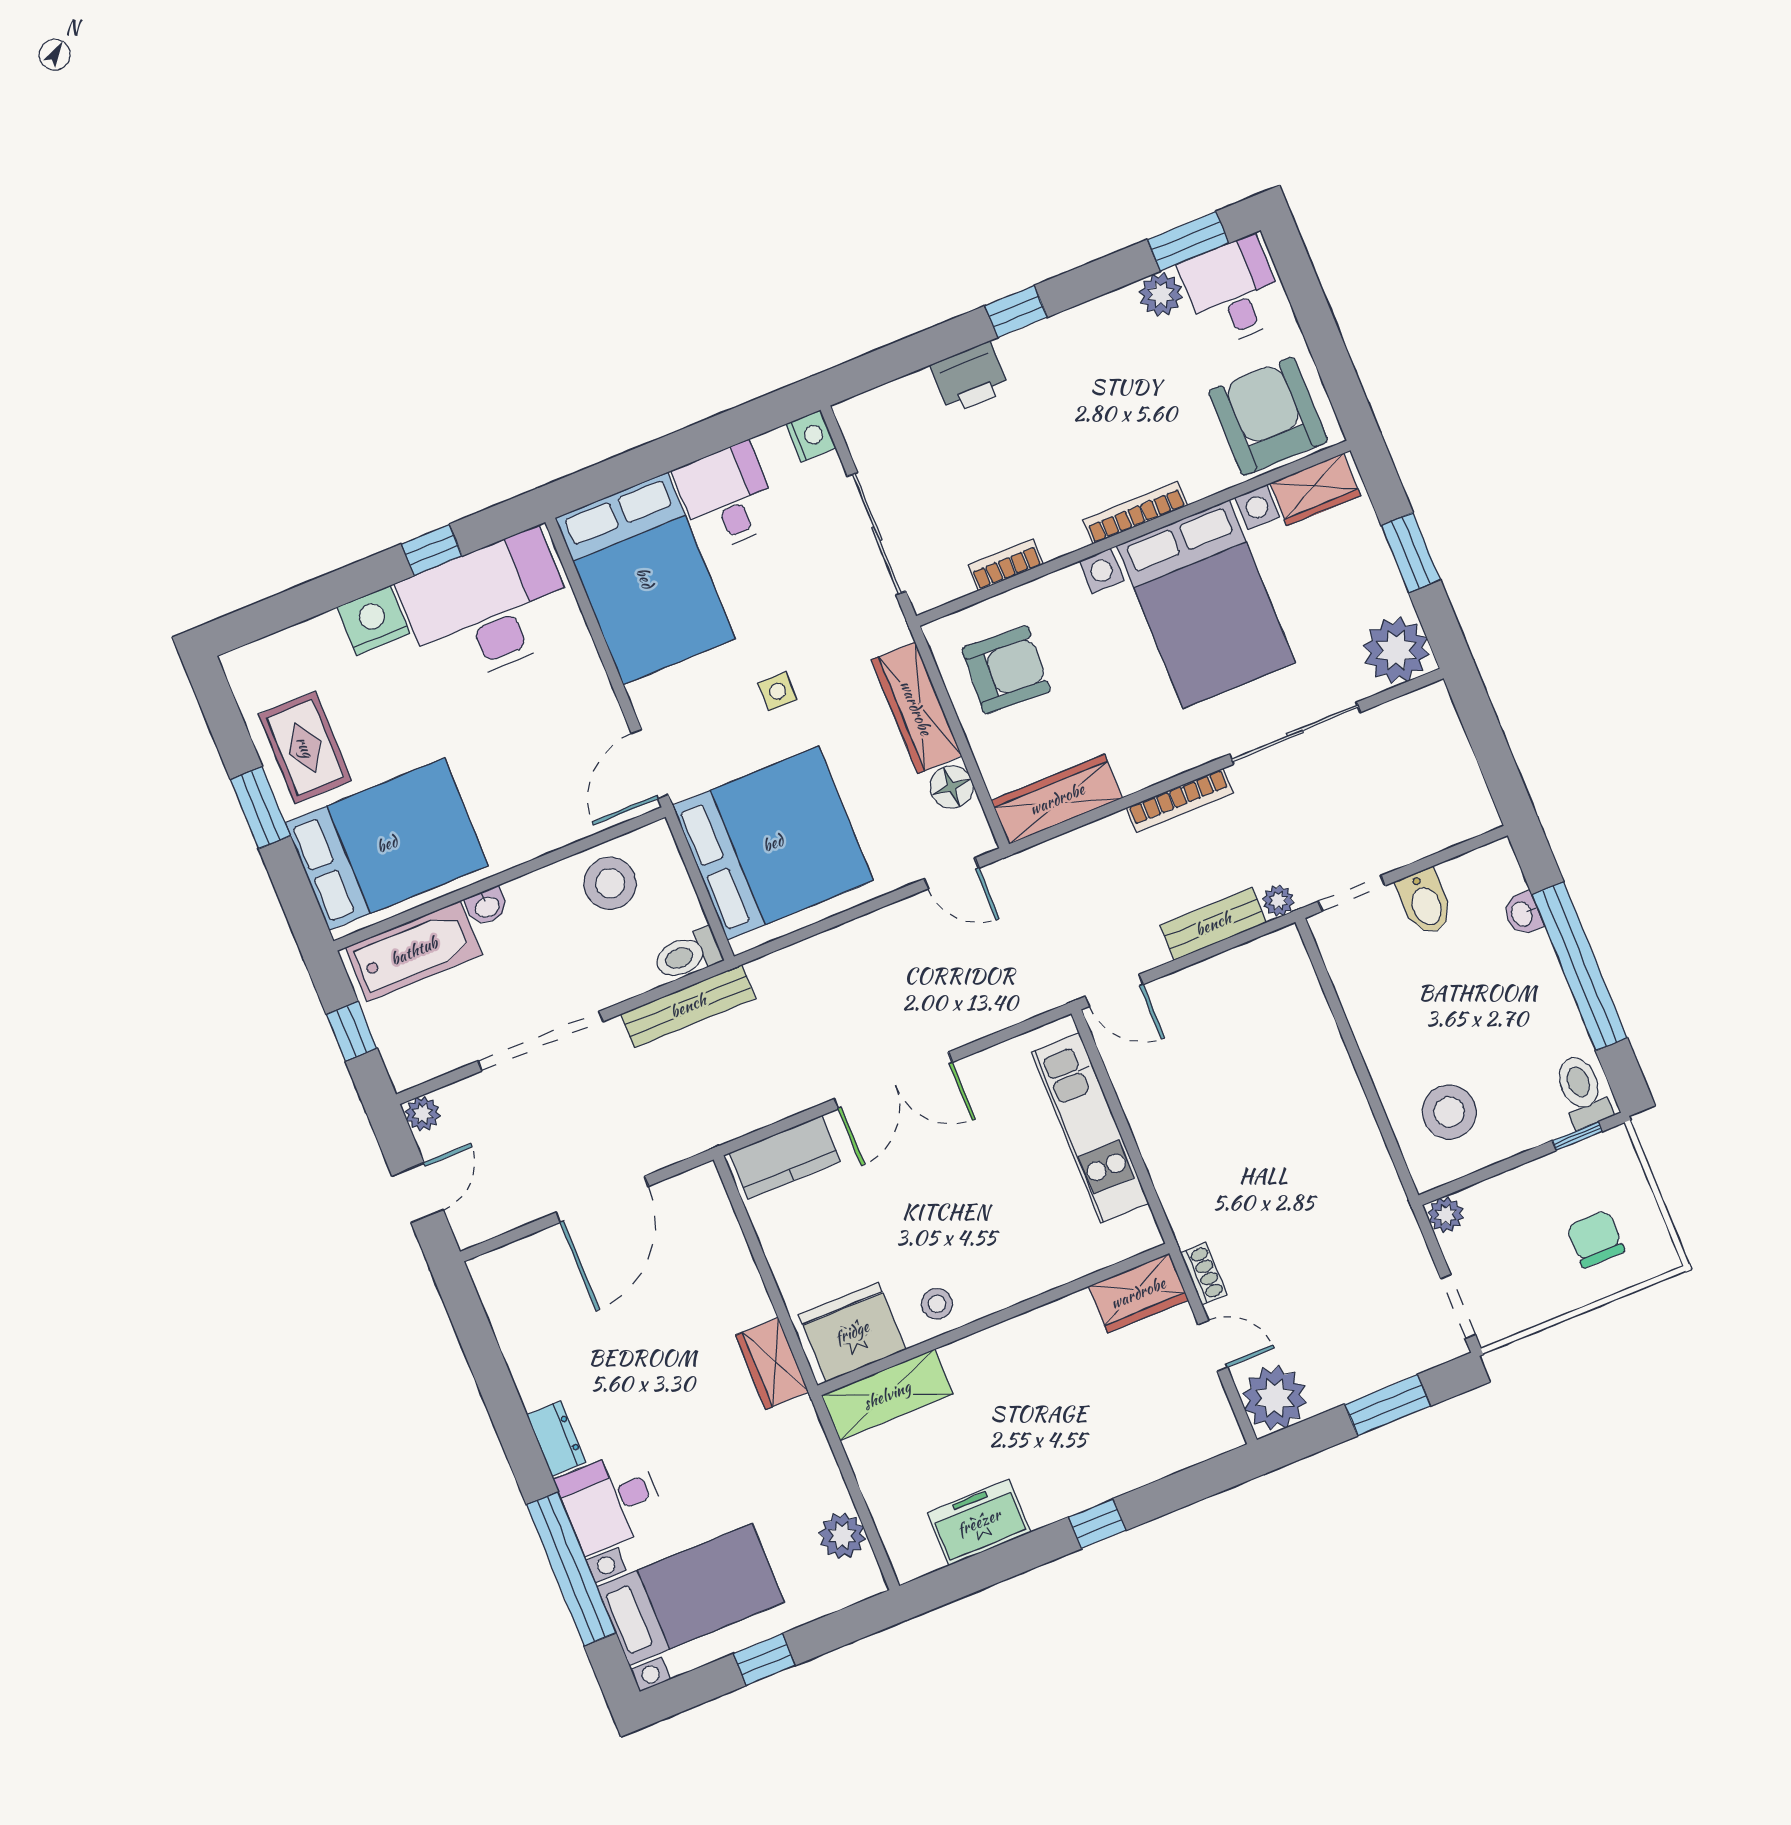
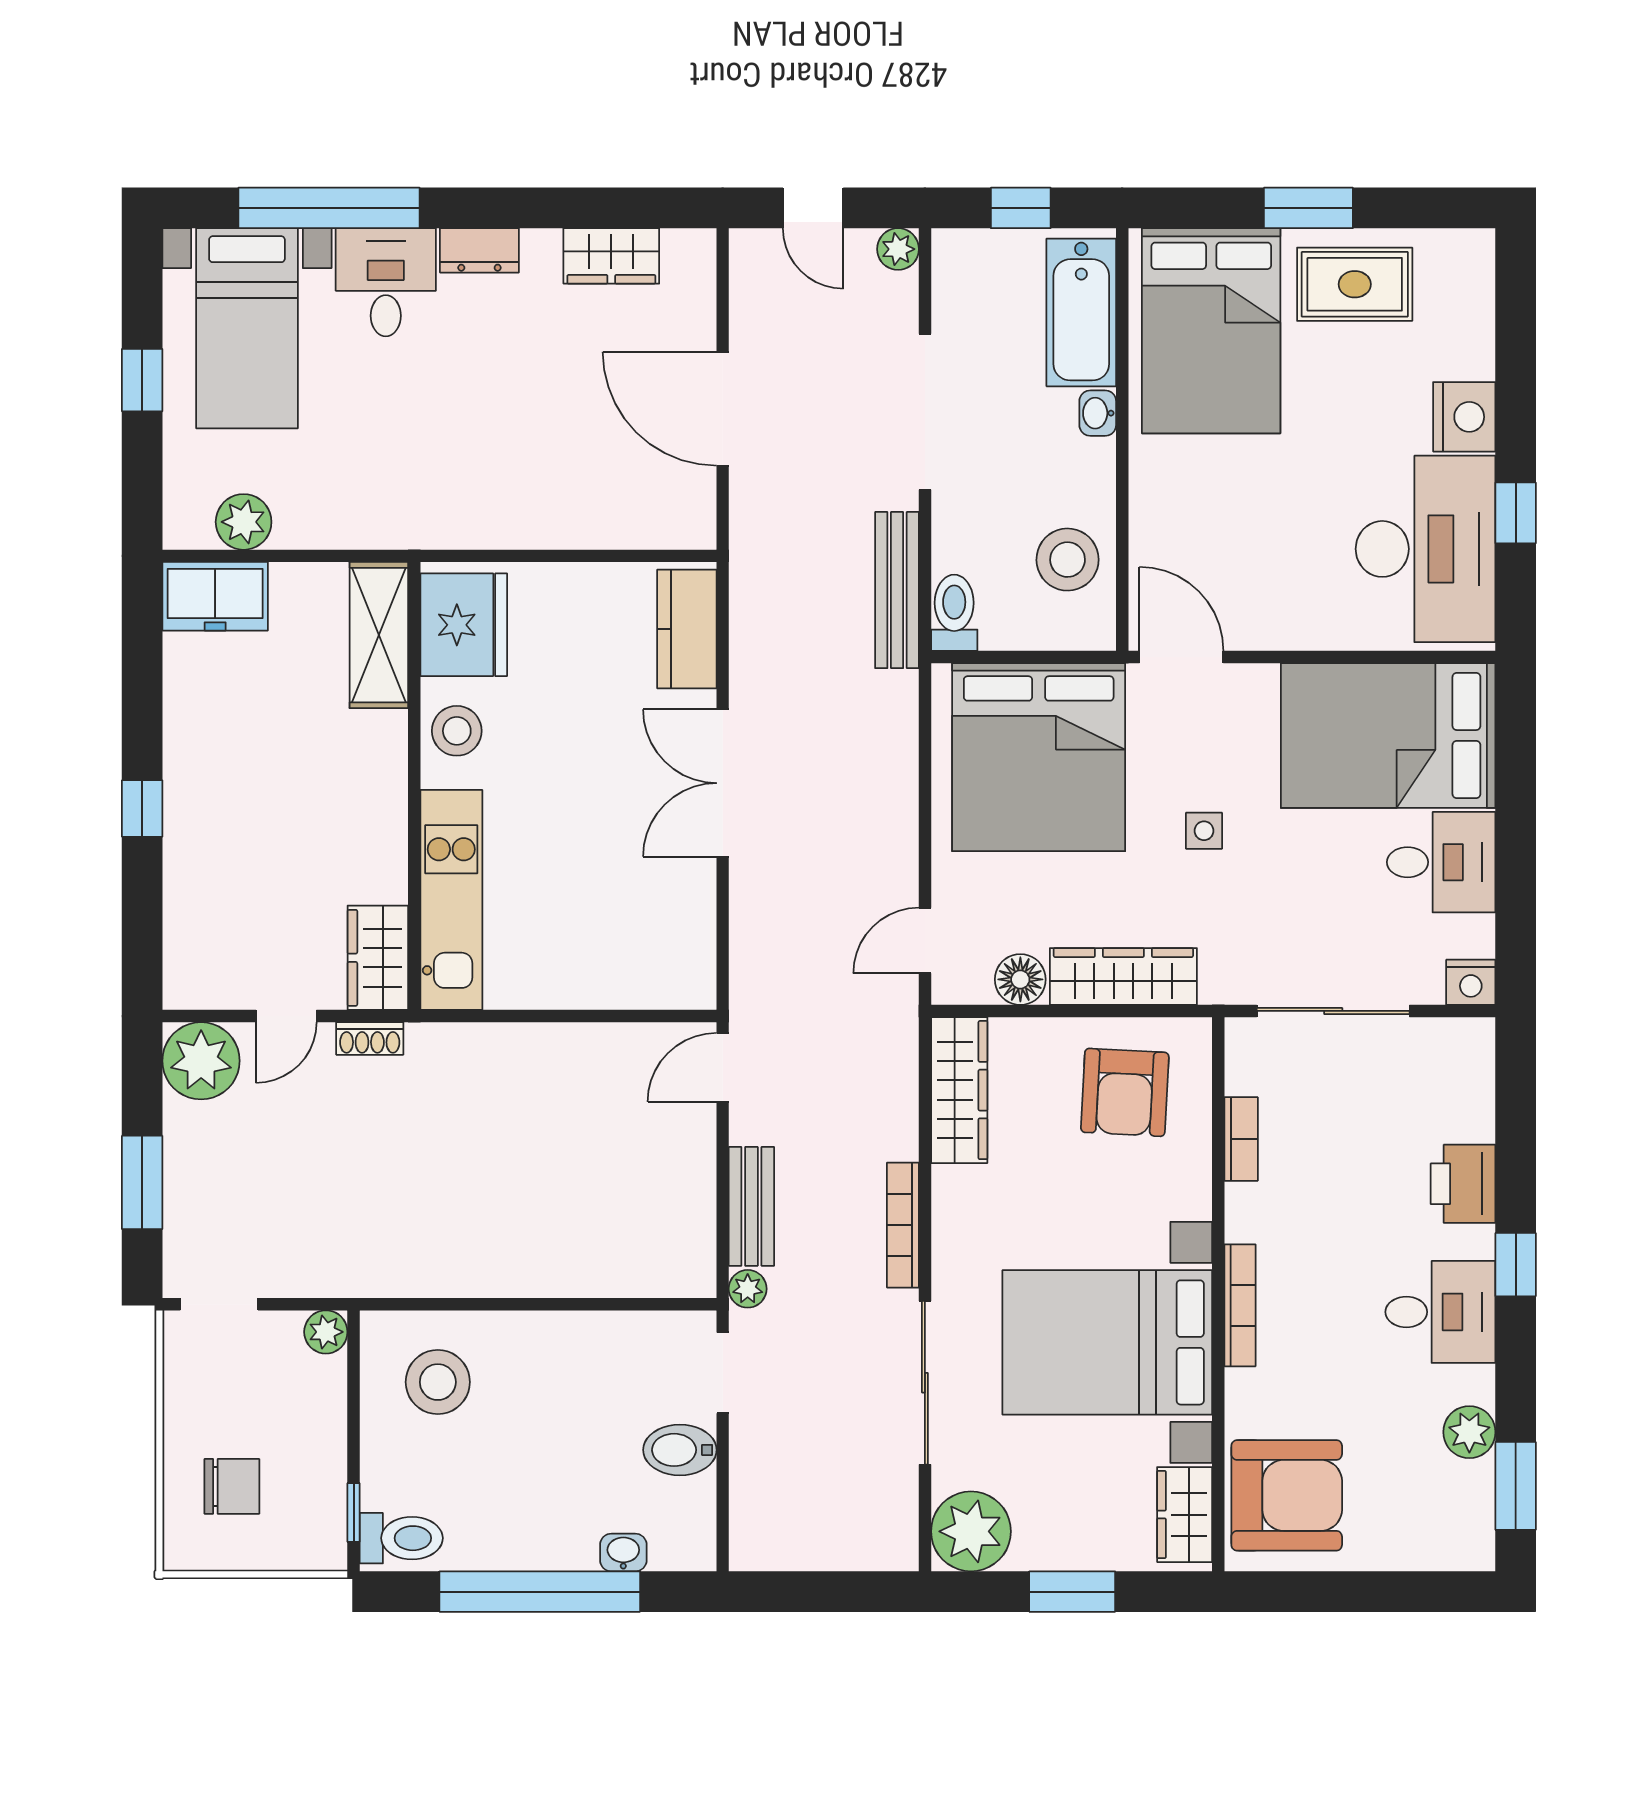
desk: (1233, 291) -> (1440, 1312), moved
kitchen unit: (1090, 1128) -> (451, 900), moved, turned 90
stool: (937, 1304) -> (457, 731), width x1.37, depth x1.37
wardrobe: (772, 1363) -> (611, 256), moved, turned 180
freezer: (979, 1522) -> (215, 596), moved, turned 90

